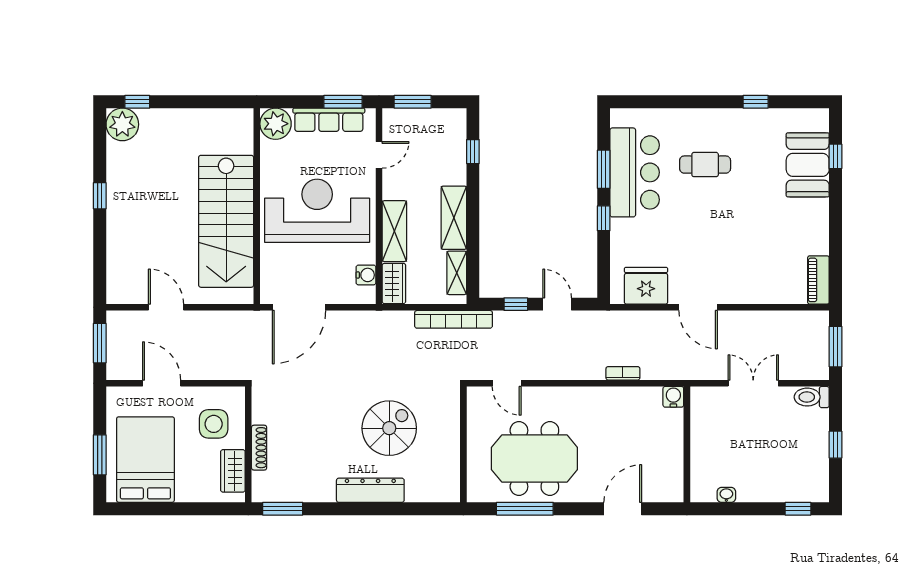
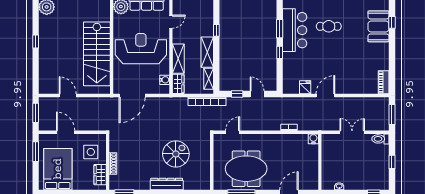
window: (473, 152) -> (216, 30), moved
fridge: (646, 286) -> (305, 87), width x0.53, depth x0.75
door: (698, 307) -> (325, 95), swing flipped
door: (507, 383) -> (233, 132), swing flipped
window: (100, 455) -> (36, 152), moved

